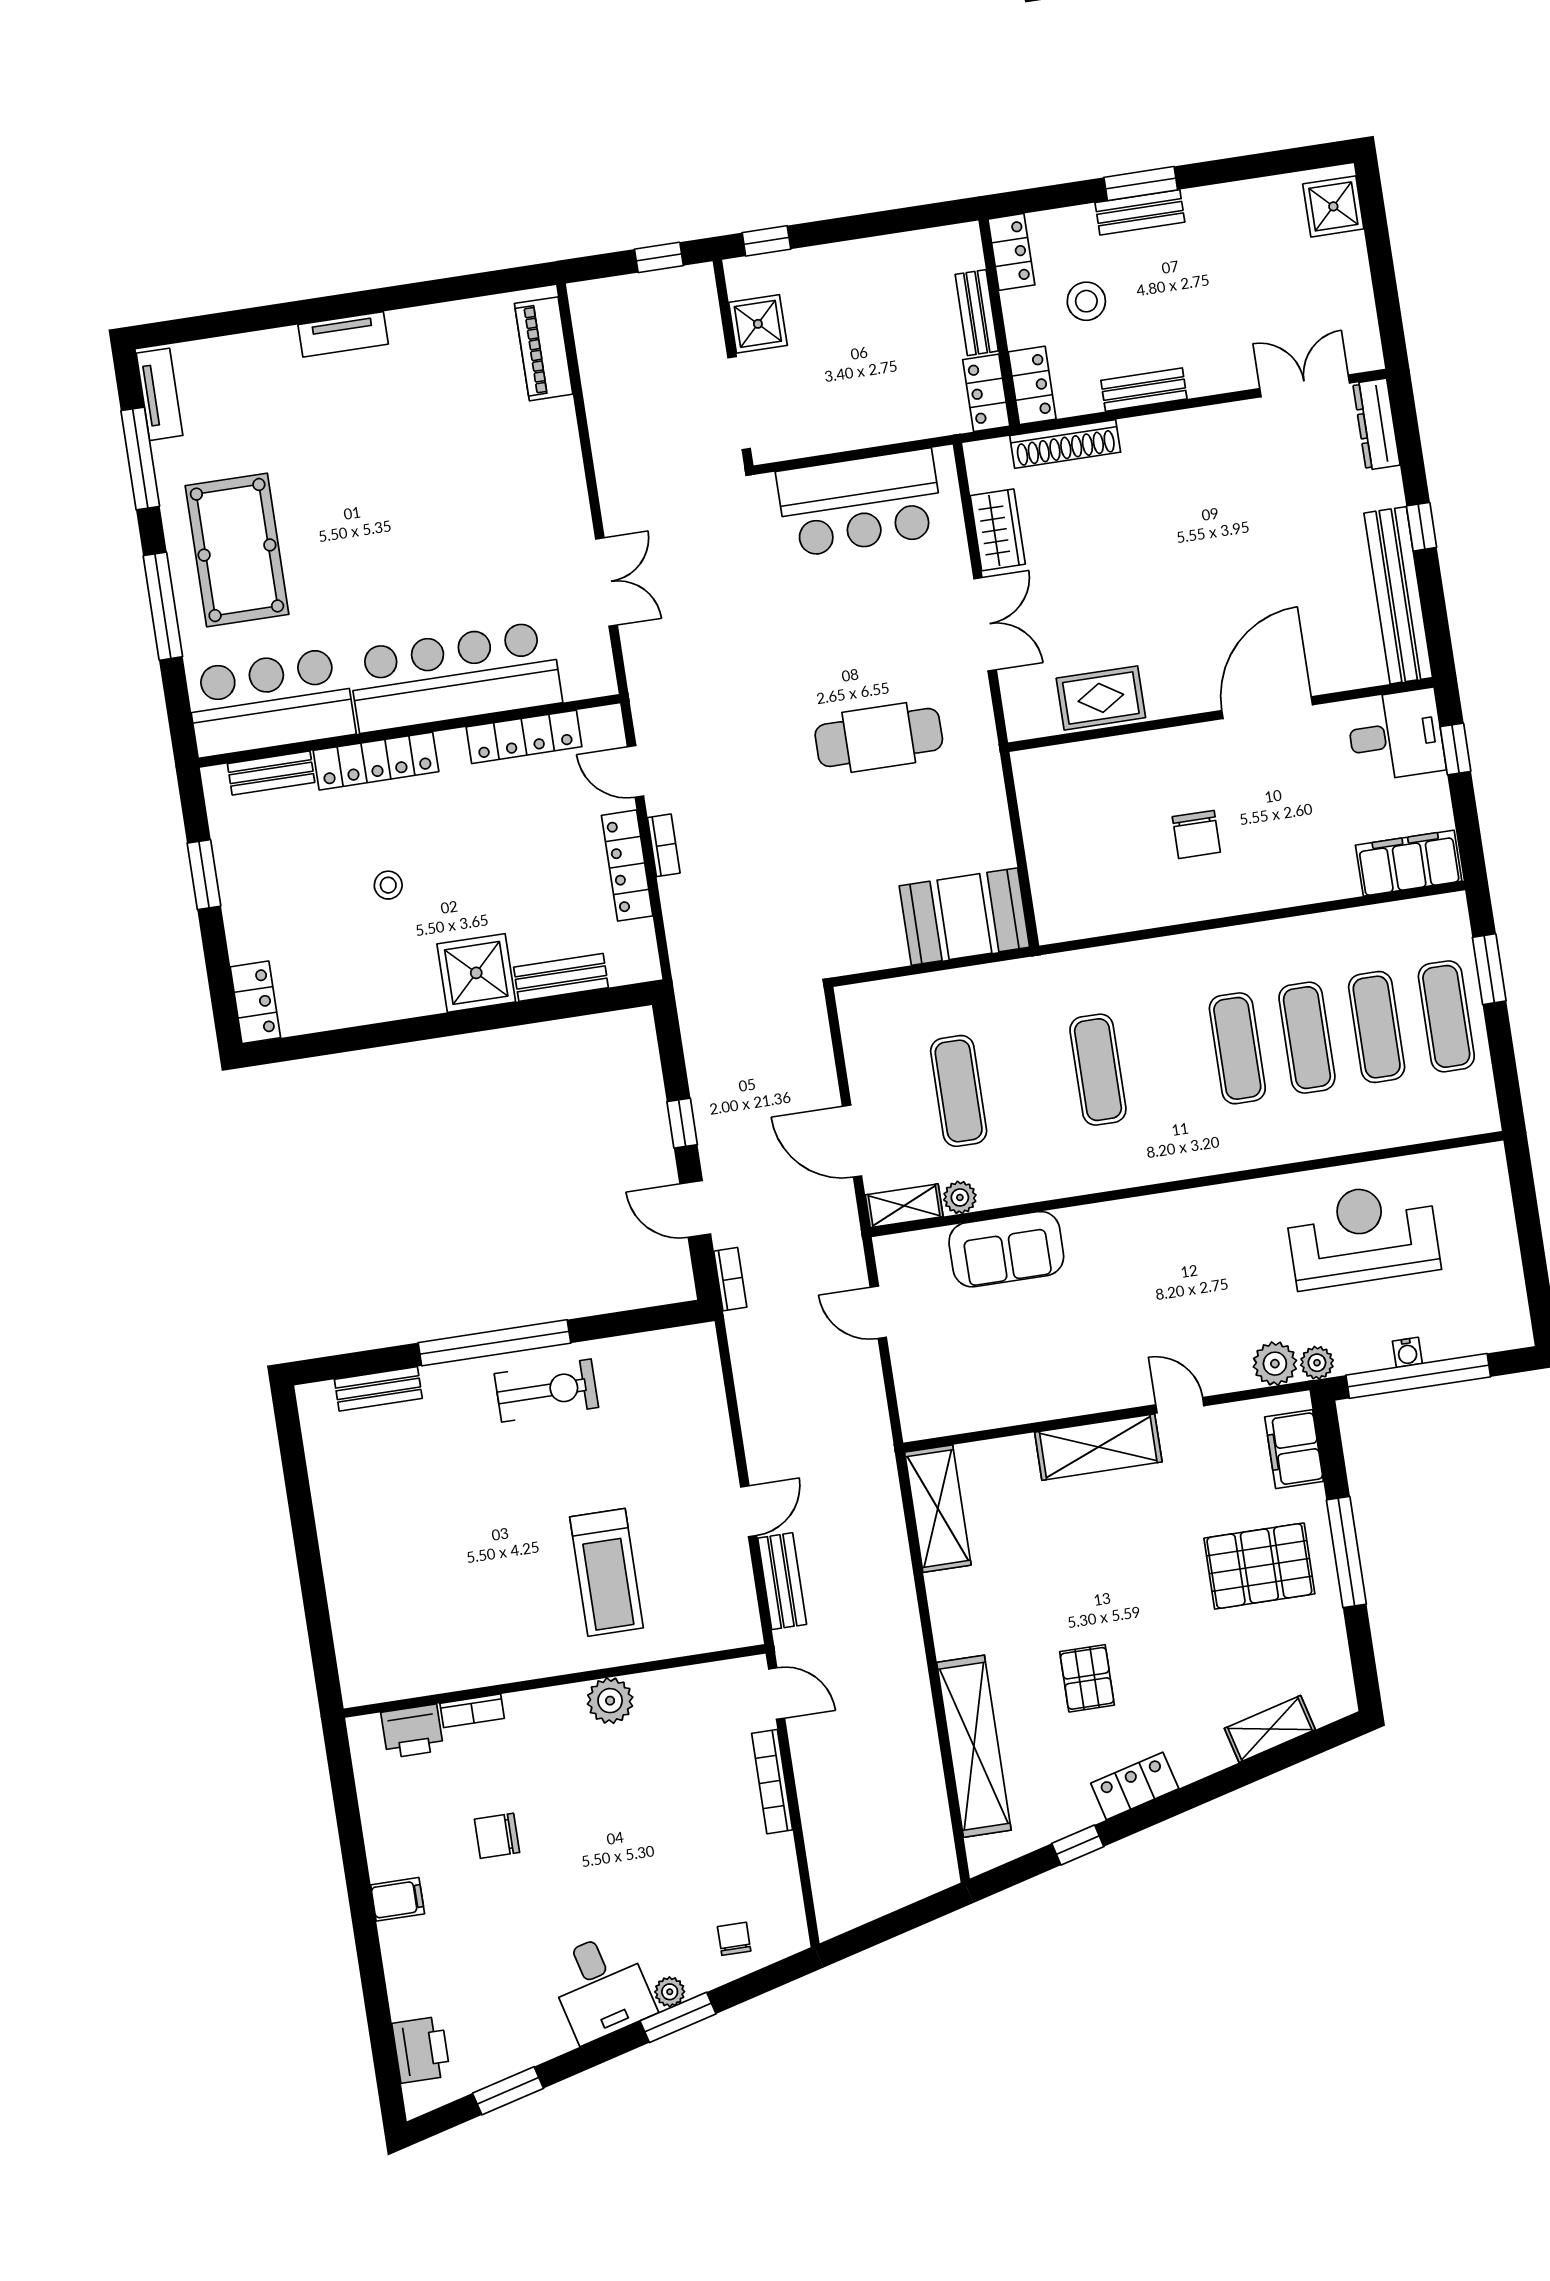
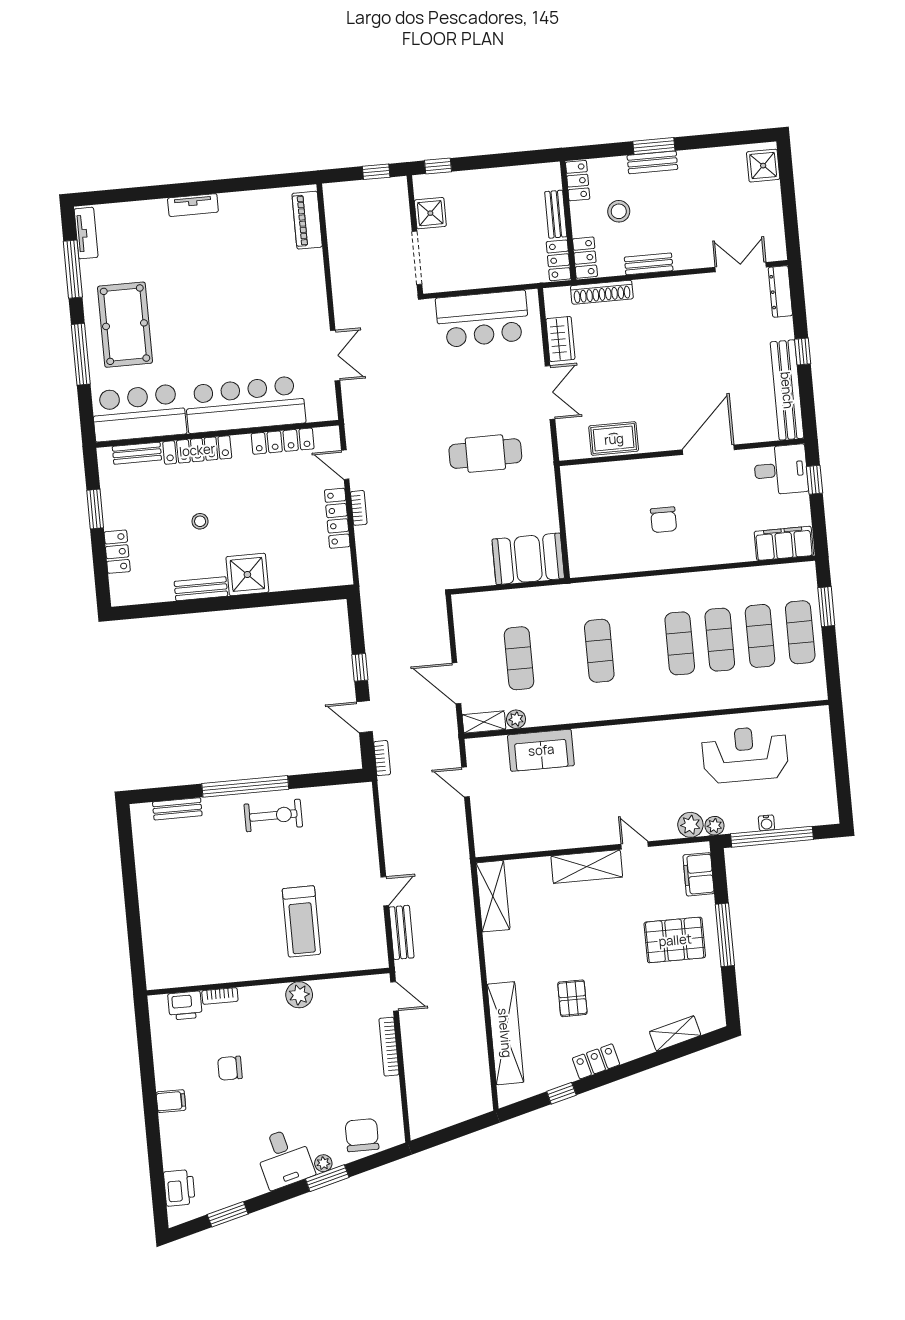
bench: (561, 977) -> (201, 589), moved
locker: (255, 1002) -> (117, 552), moved
chair: (734, 1939) -> (362, 1135), width x1.87, depth x1.87

